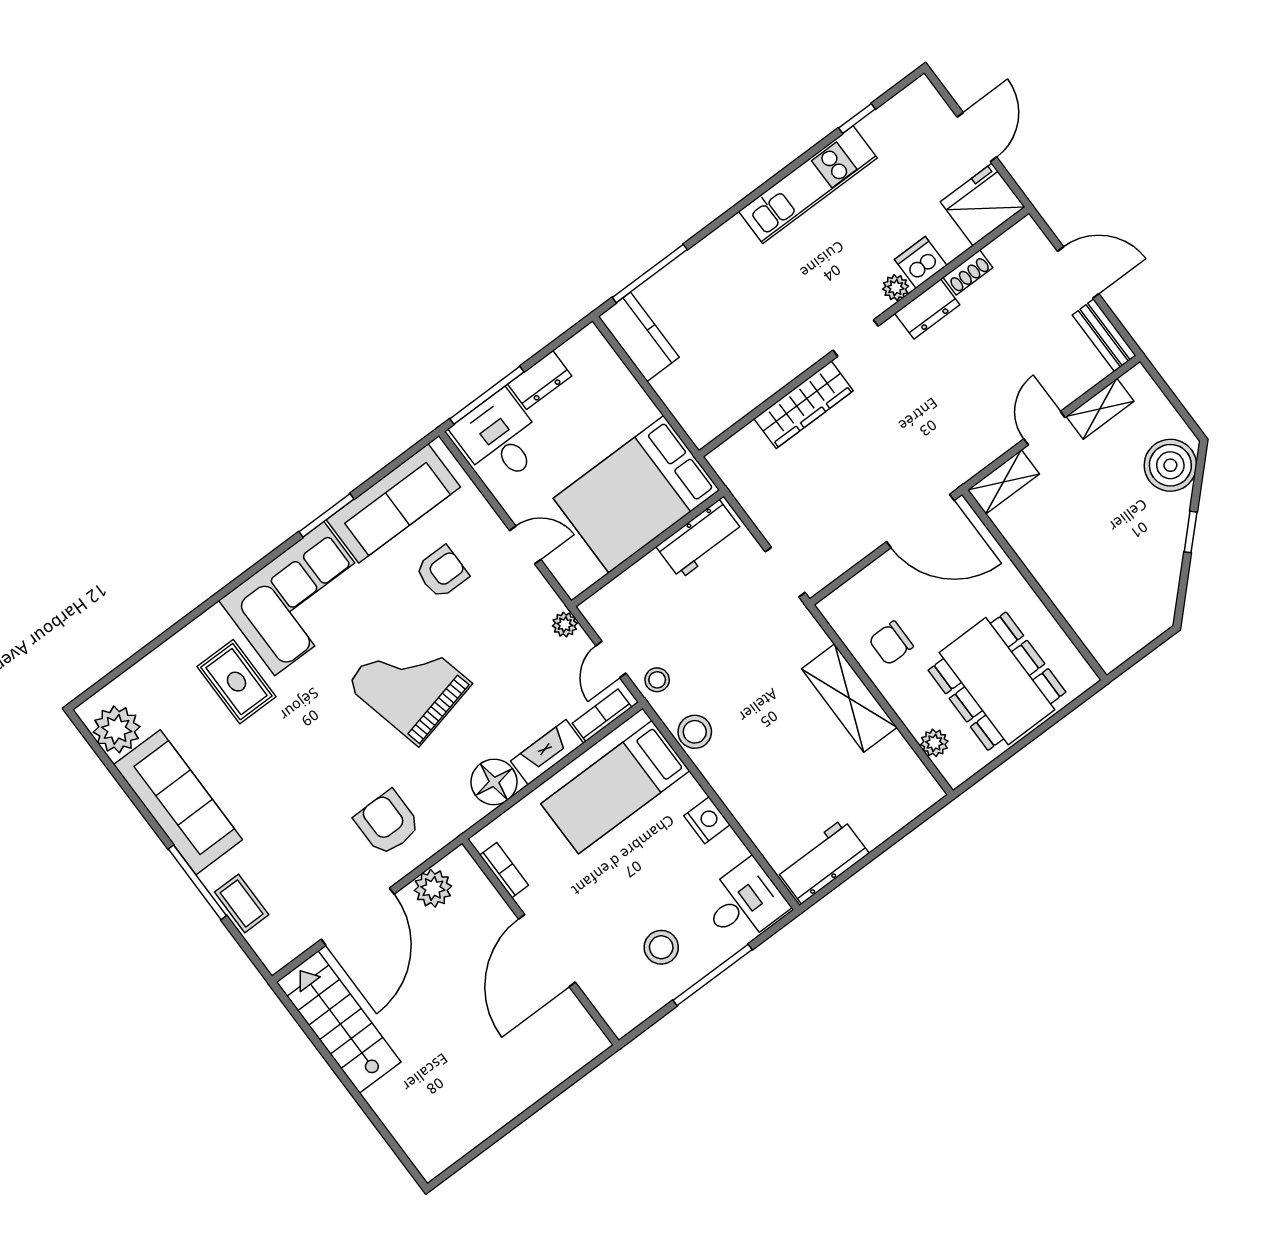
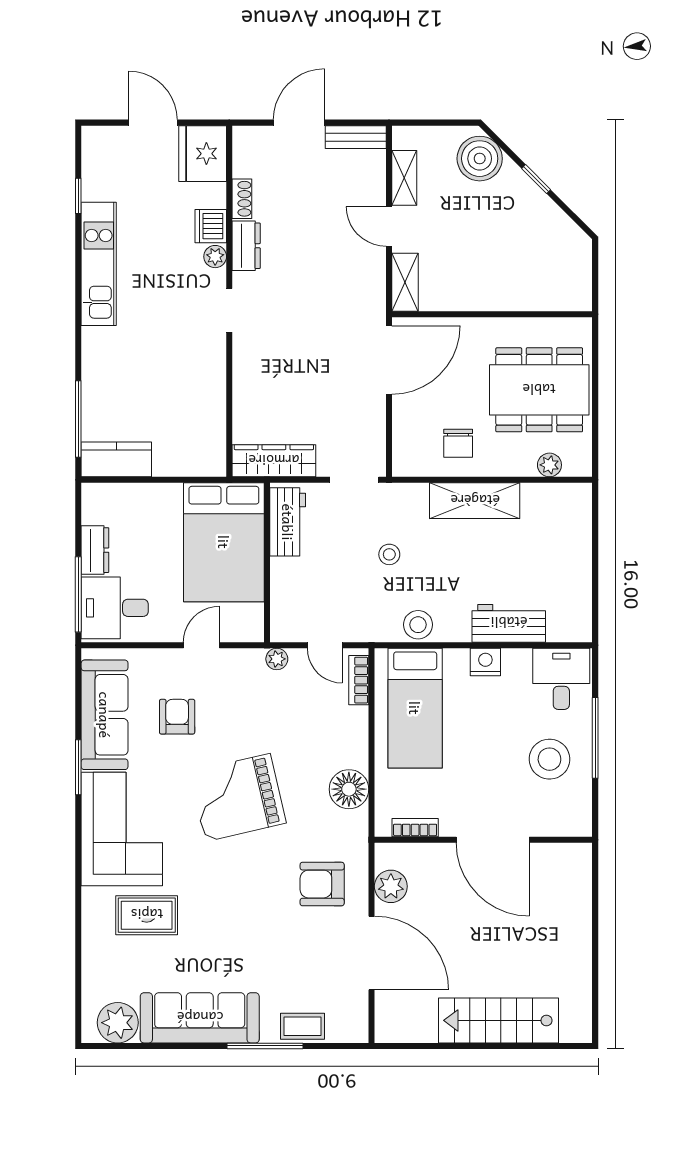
wardrobe: (804, 405) -> (274, 461), moved, turned -90
stool: (657, 680) -> (389, 554), moved
fireplace: (547, 752) -> (356, 737), removed
workbench: (822, 861) -> (509, 623), moved, turned 90
stool: (661, 947) -> (549, 759), width x1.38, depth x1.38
stairs: (339, 1022) -> (499, 1020), moved

